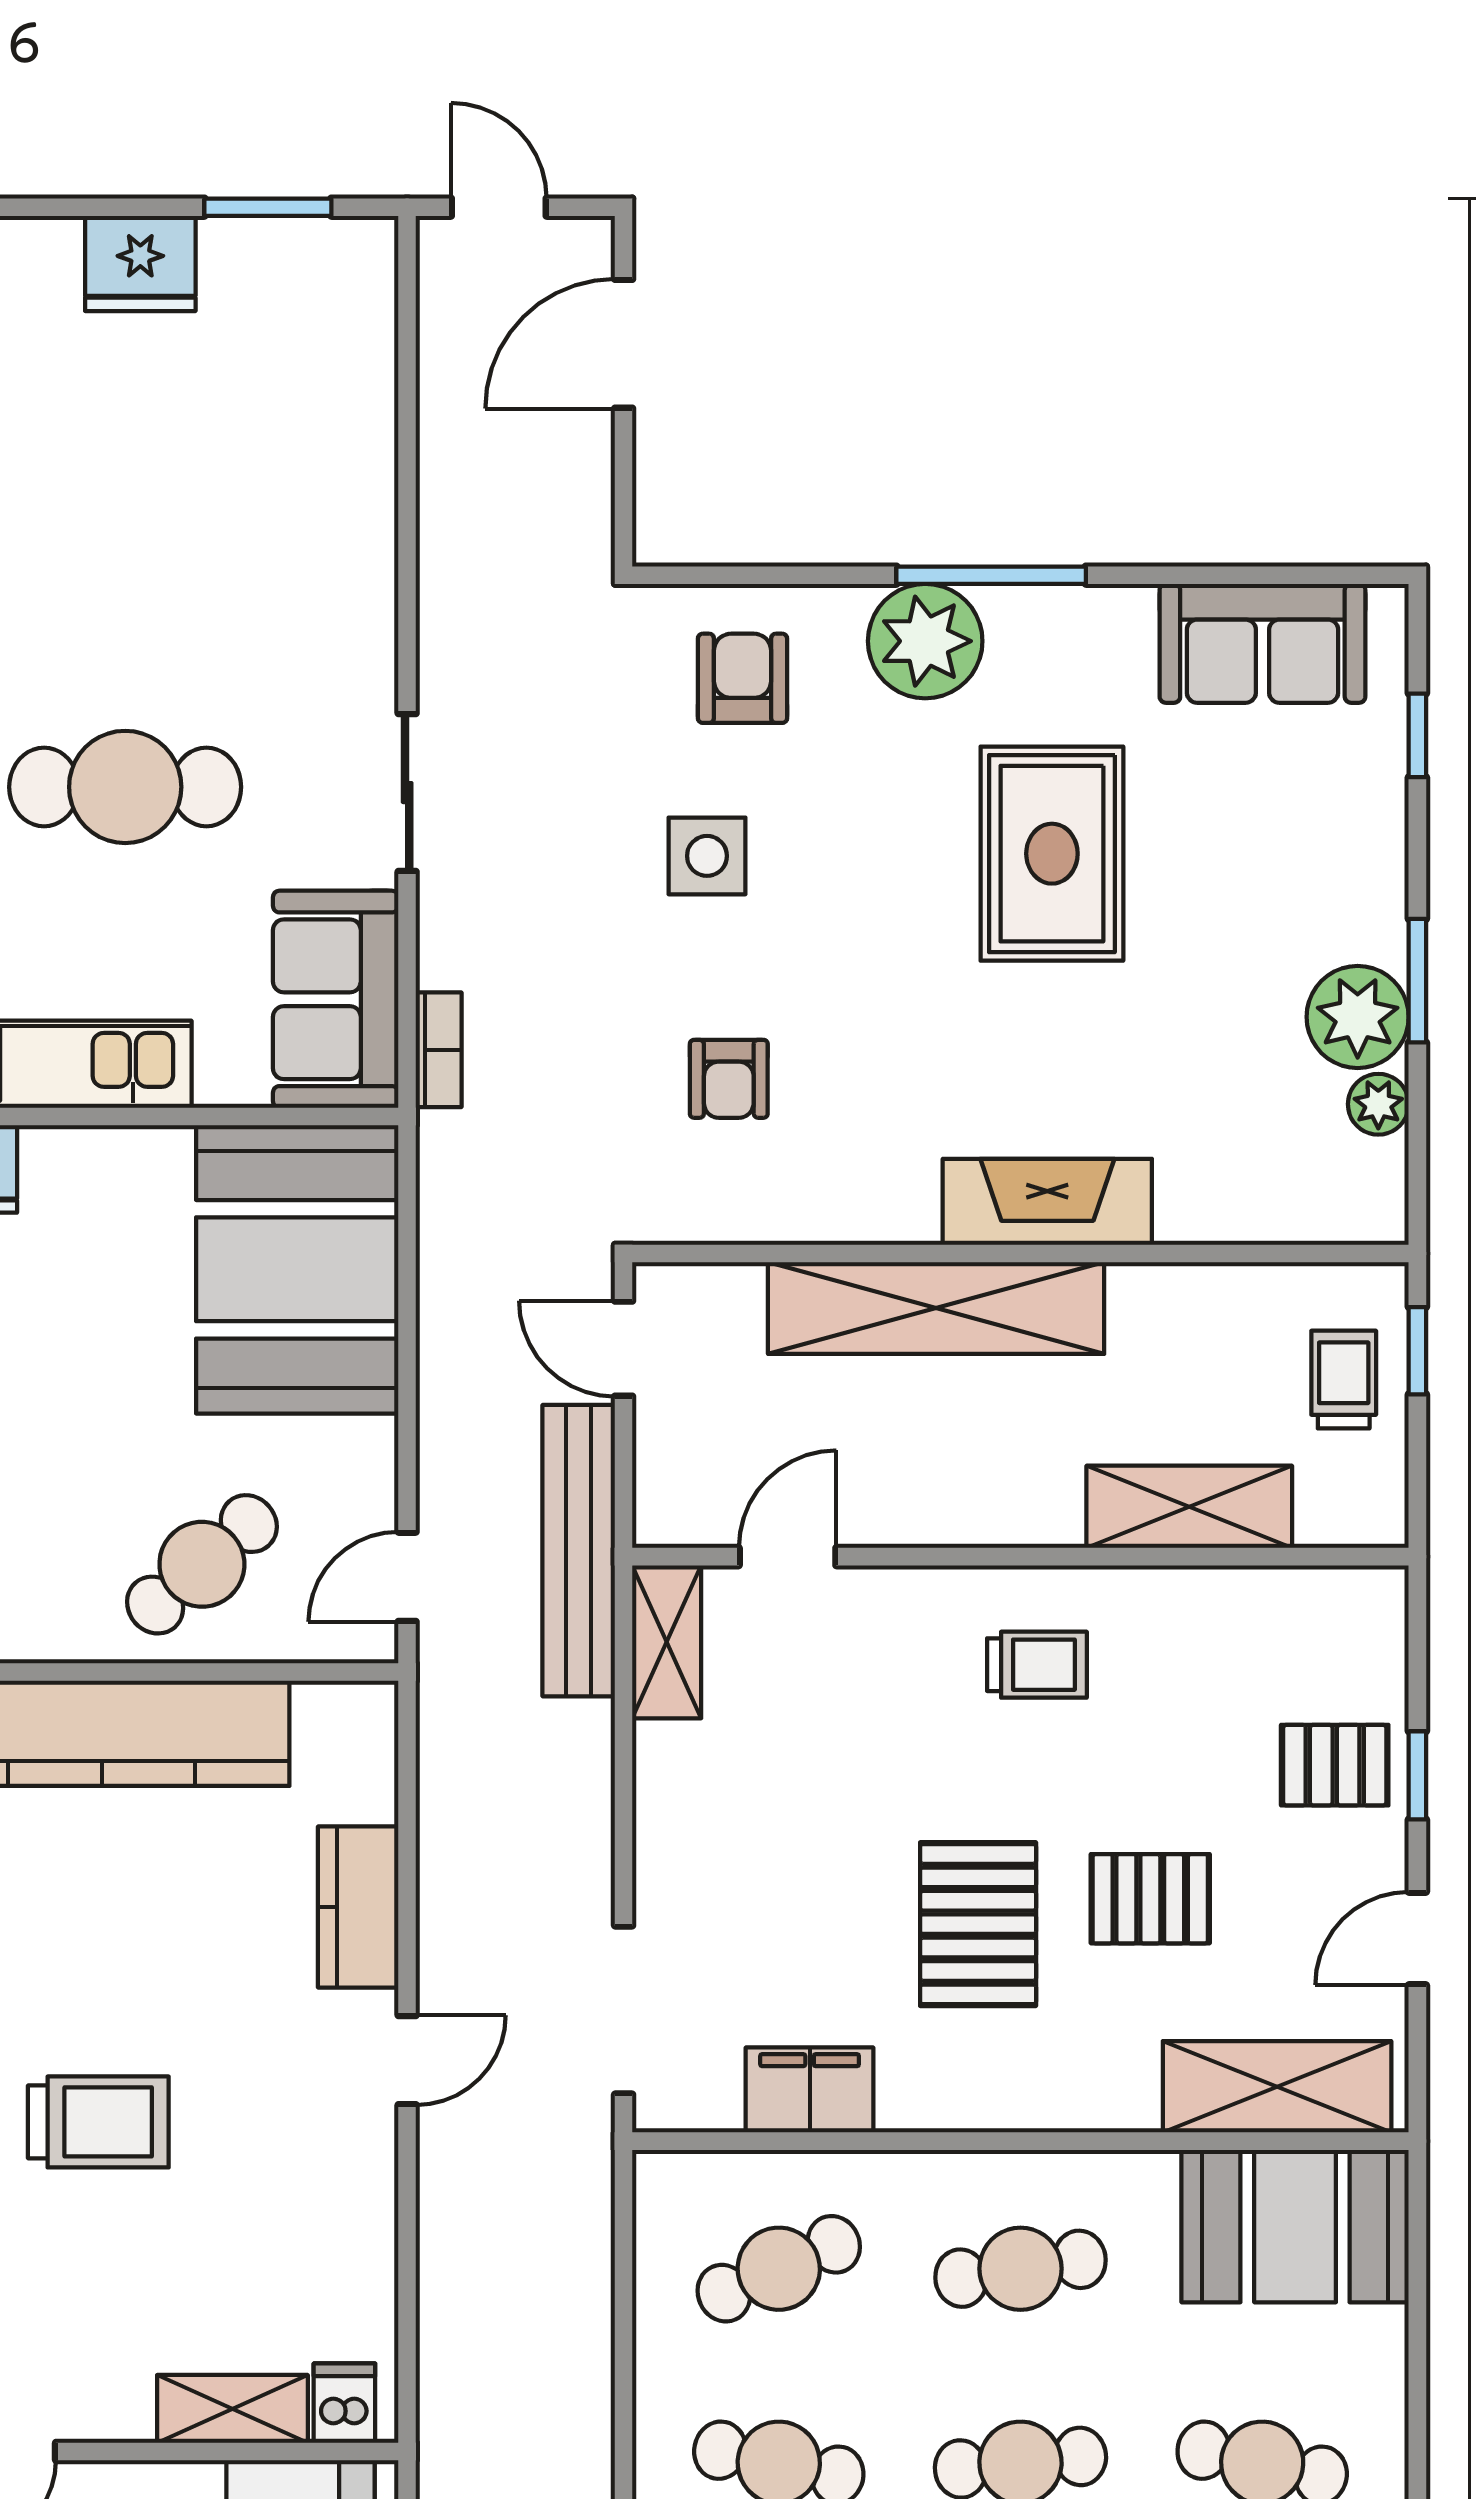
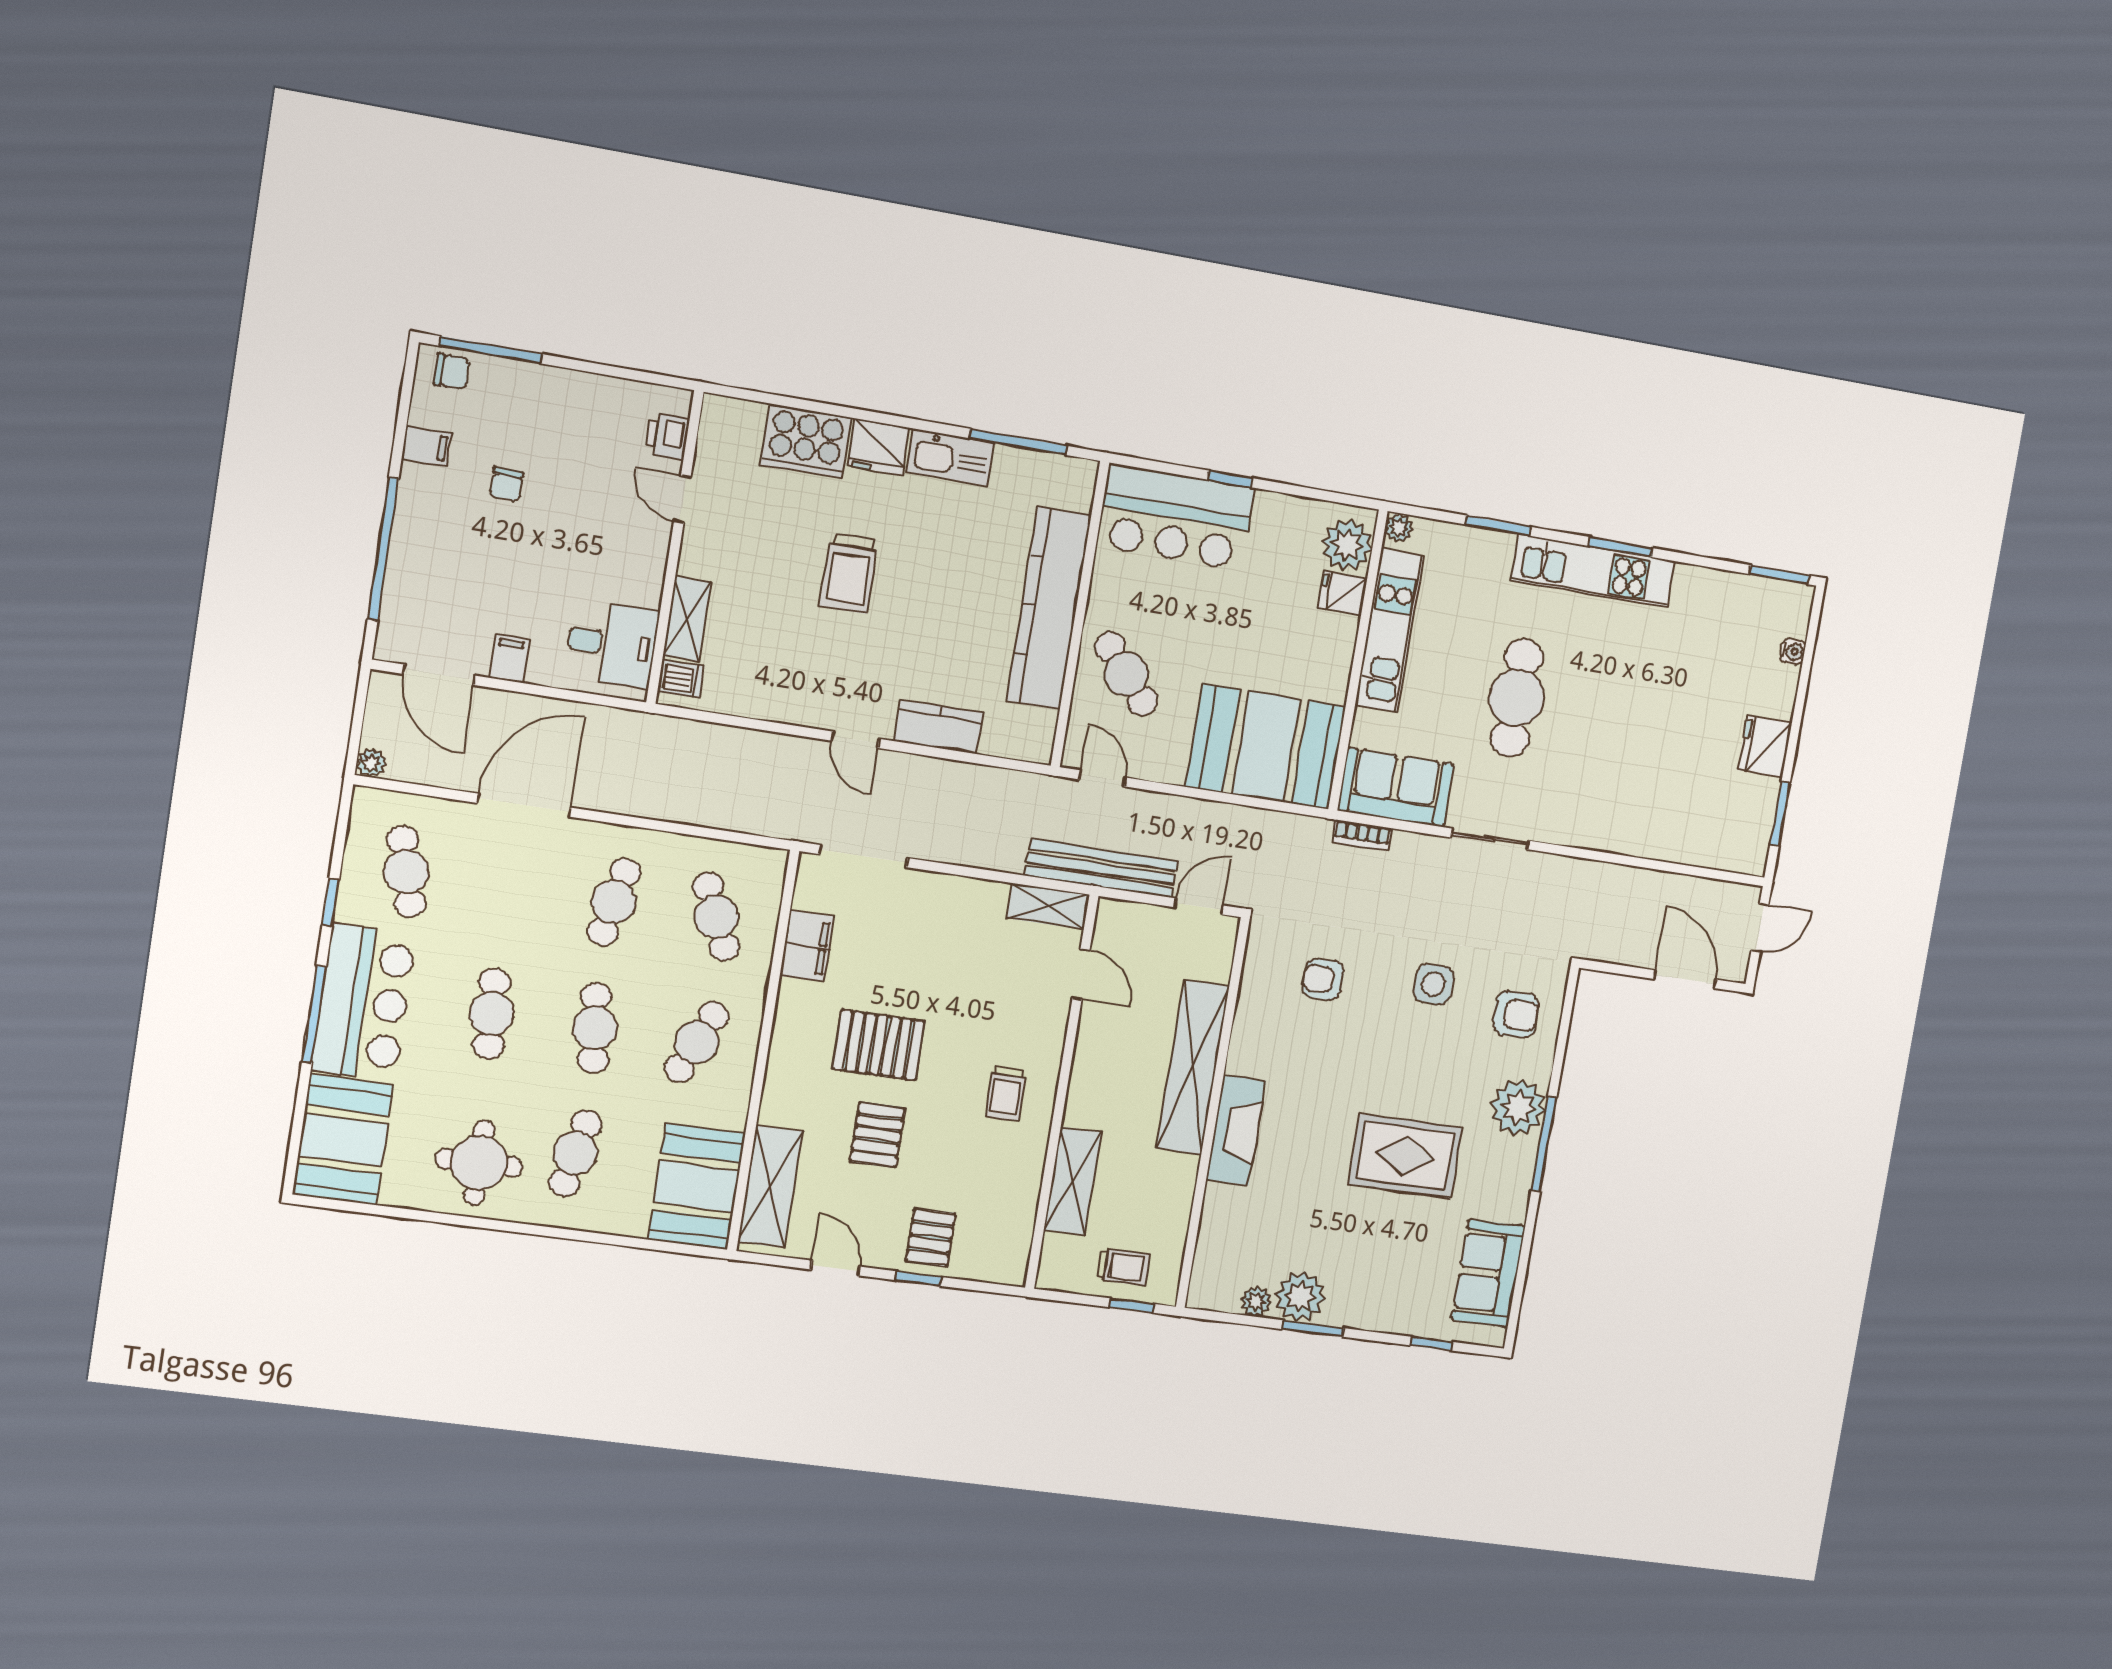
cafe table: (1020, 2269) -> (697, 1042), turned 33

